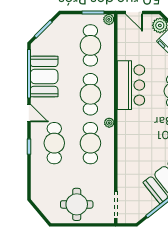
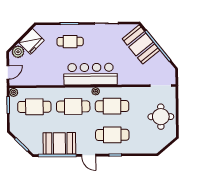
bar counter: (131, 85) -> (91, 74), moved, width x1.36
door: (29, 113) -> (89, 155), swing flipped

